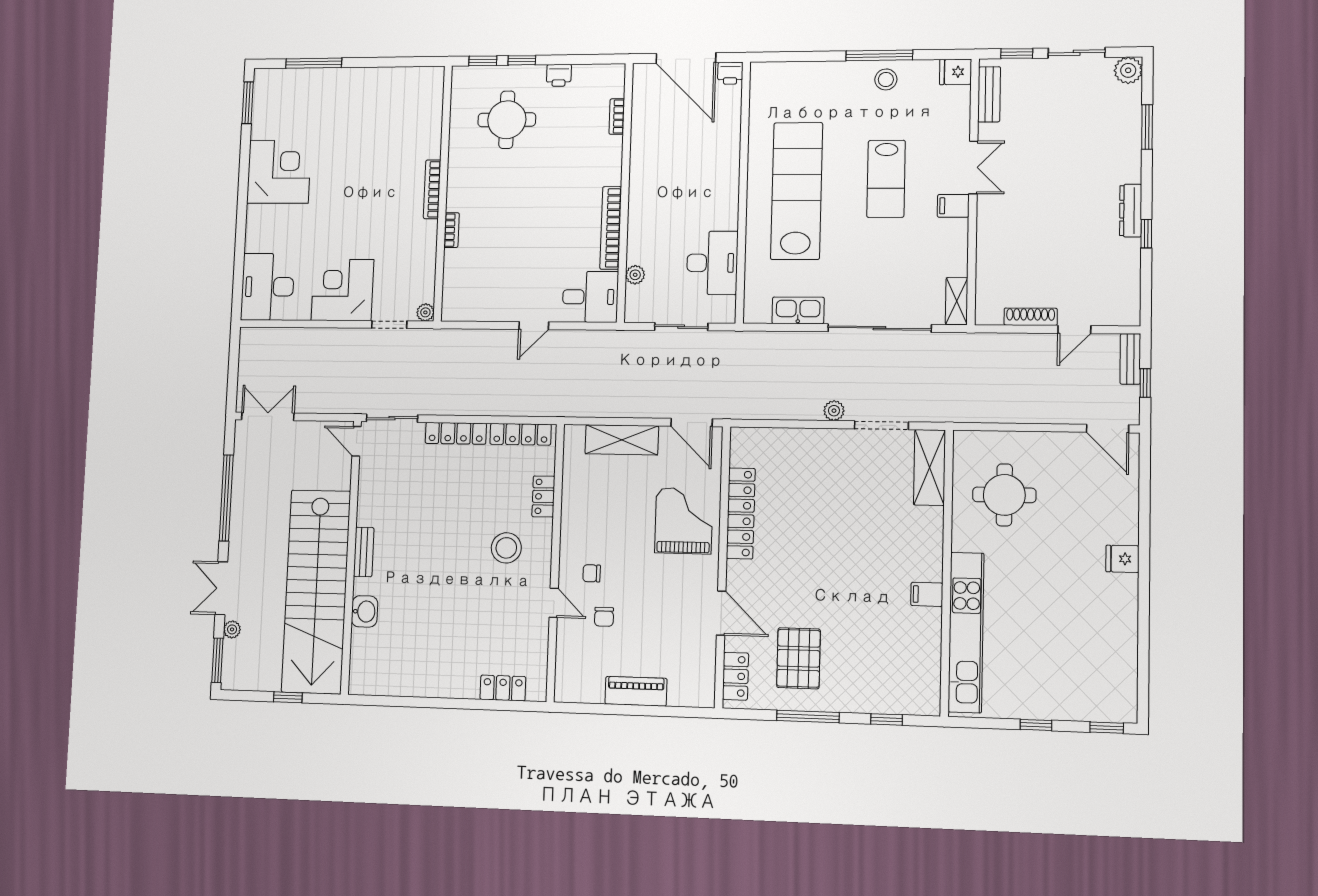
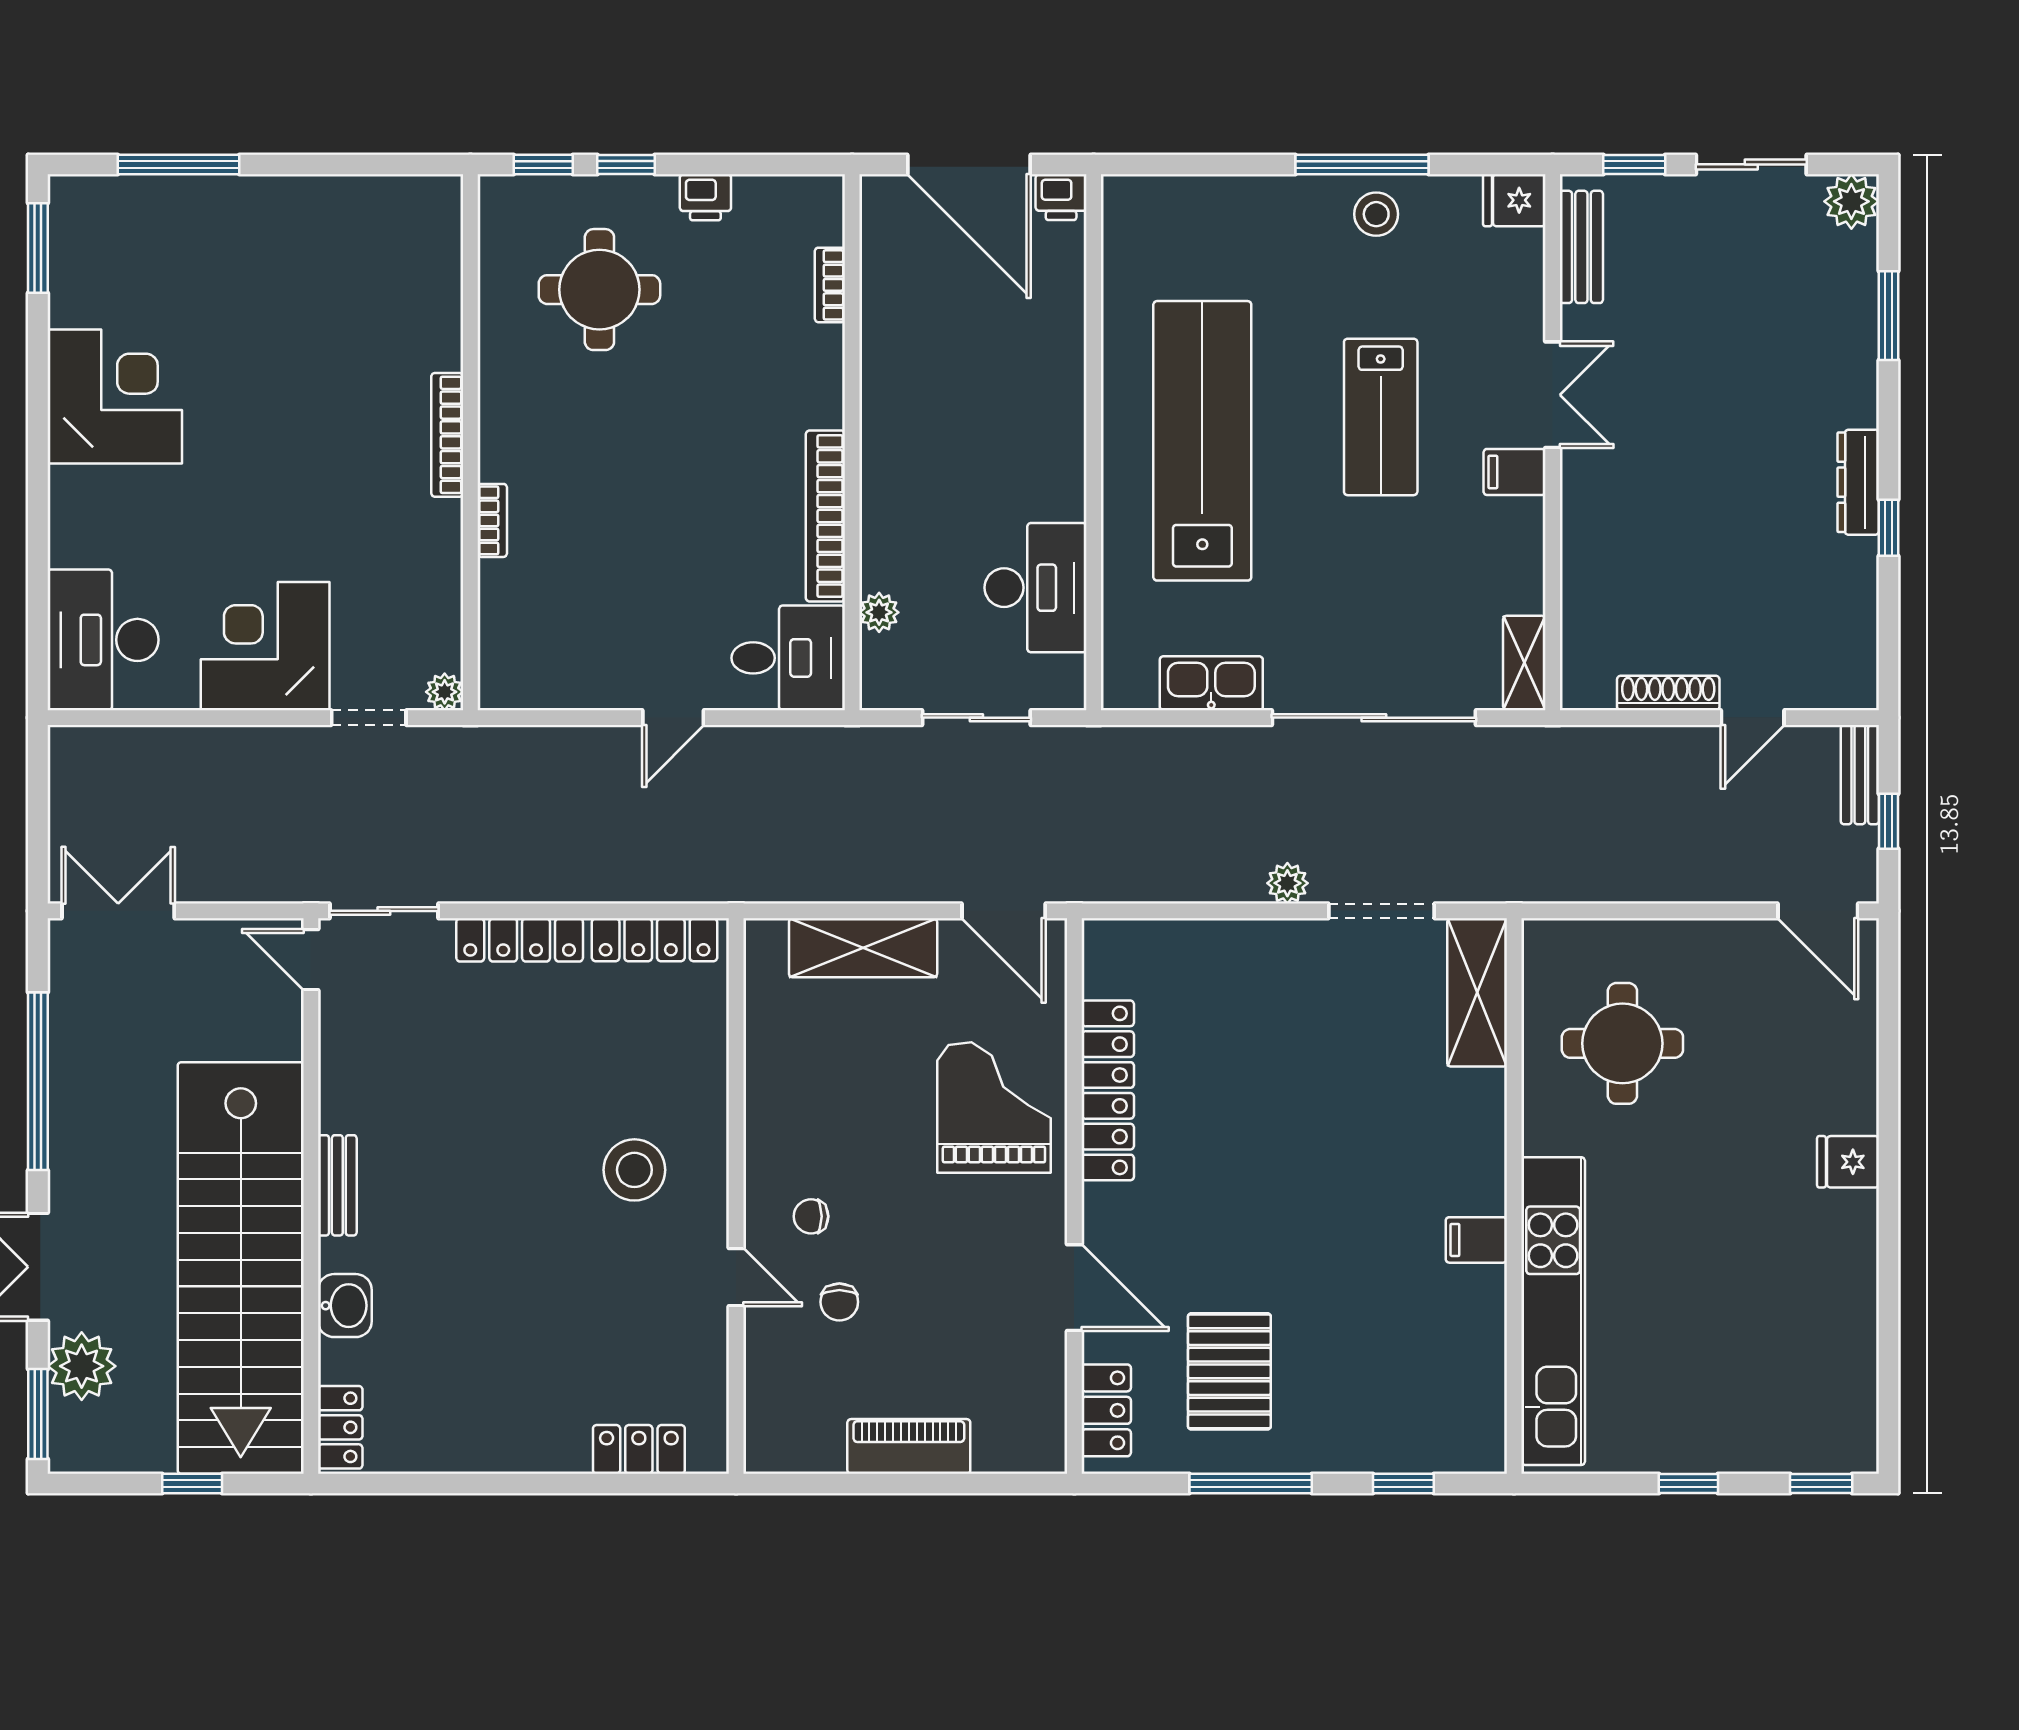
locker: (543, 496) -> (340, 1427), moved, turned 180
plant: (232, 629) -> (82, 1366), width x1.88, depth x1.88

